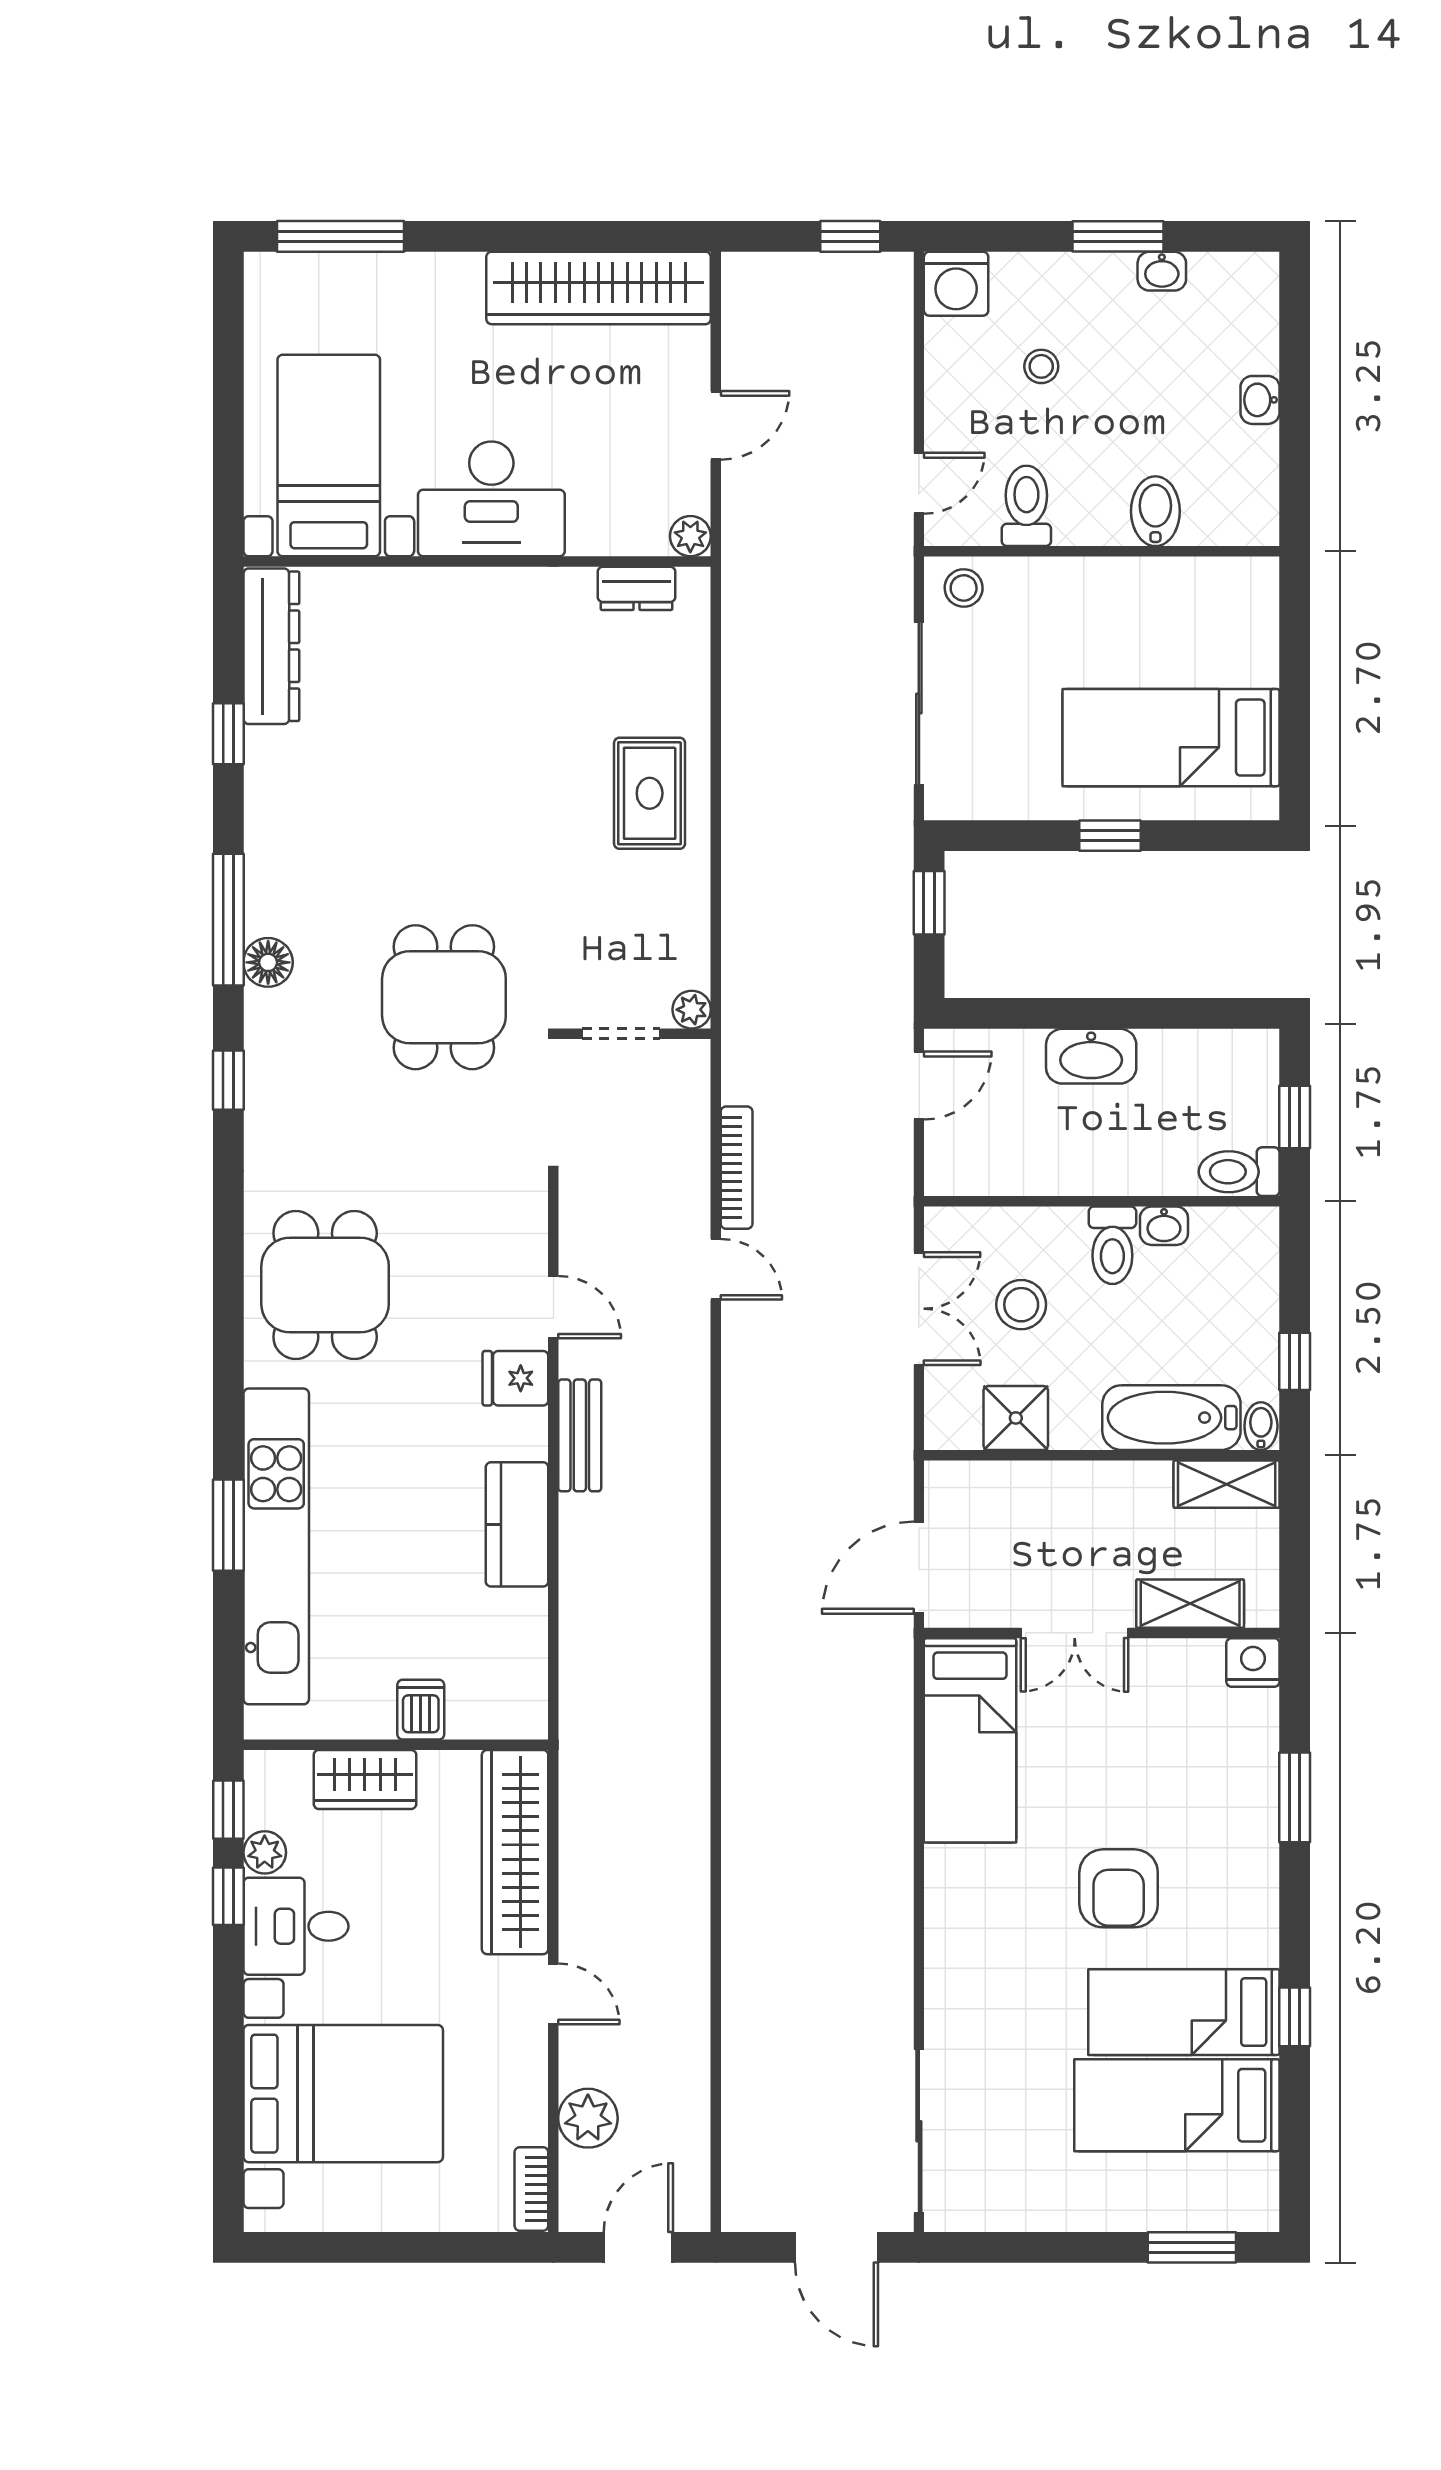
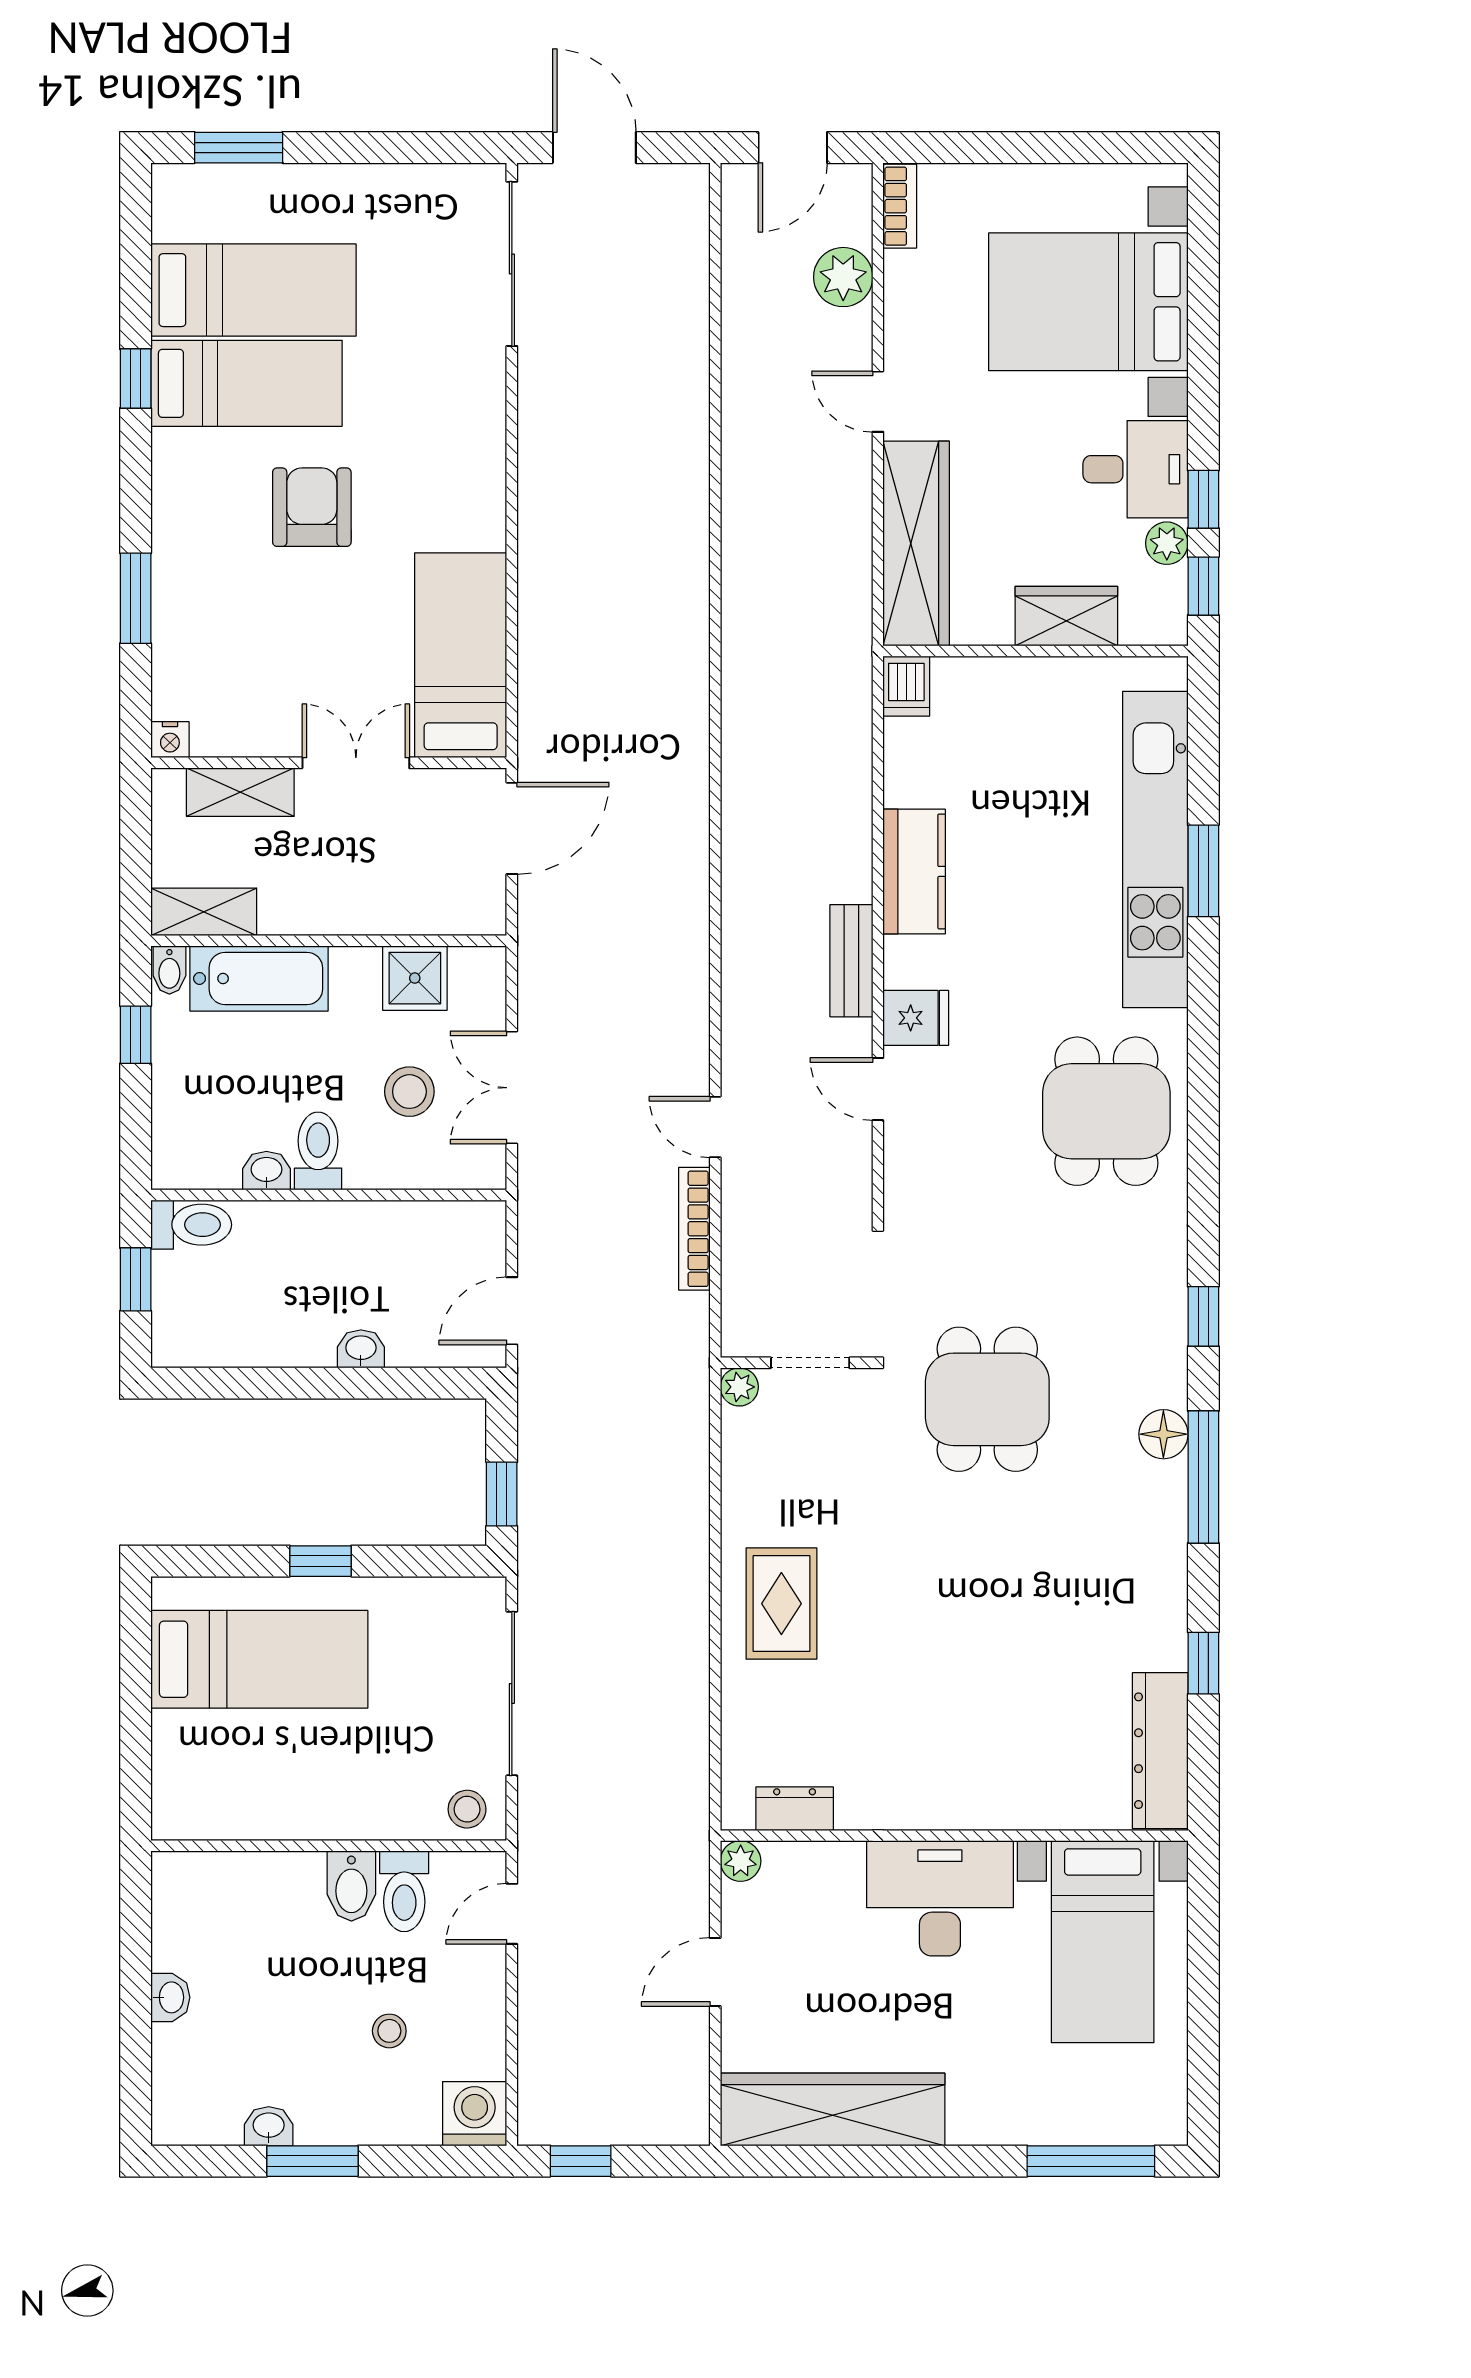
bidet: (1155, 511) -> (351, 1886), moved
washbasin: (1091, 1056) -> (361, 1349), width x0.52, depth x0.69
nightstand: (1253, 1662) -> (170, 740), width x0.72, depth x0.74
dishwasher: (421, 1710) -> (906, 686), moved

